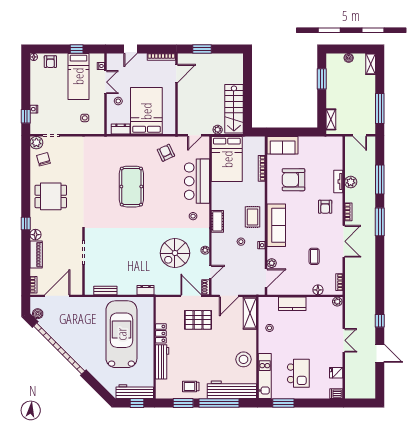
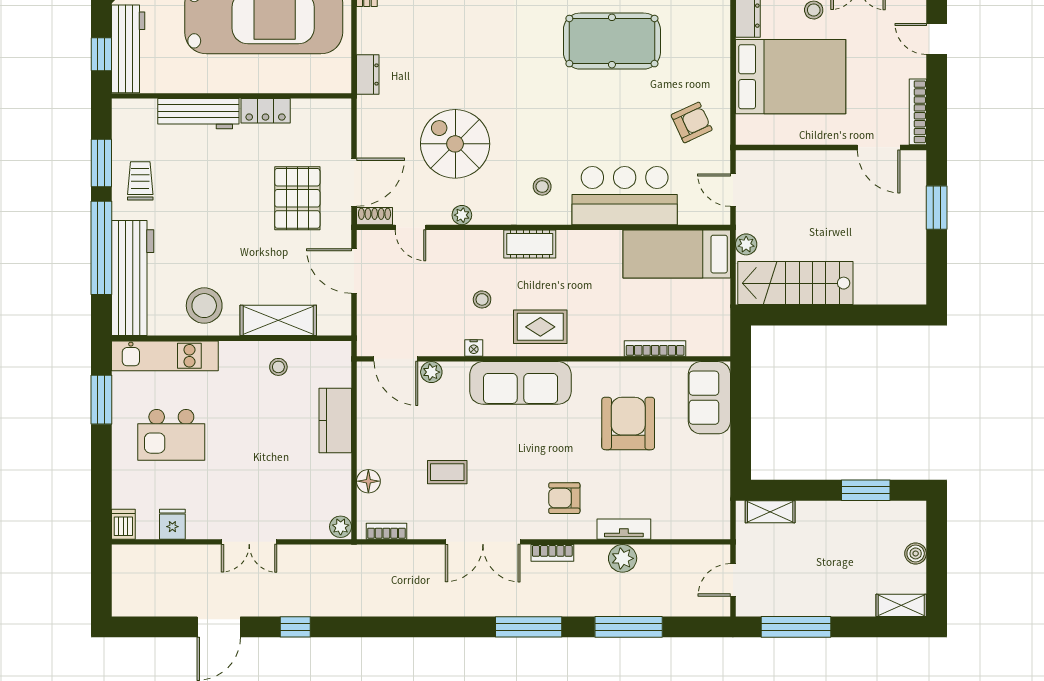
bed: (227, 159) -> (677, 254), width x0.67
shelving: (250, 313) -> (278, 320), moved

